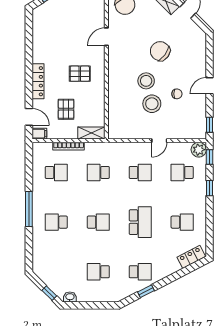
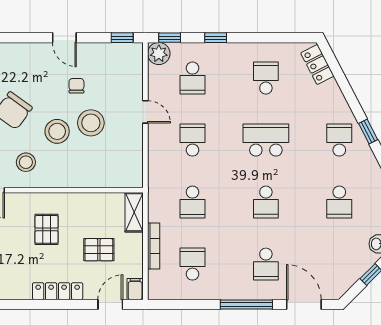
stool: (125, 60) -> (26, 162), added
school desk: (98, 222) -> (266, 202), turned 180
door: (29, 248) -> (304, 305), added

